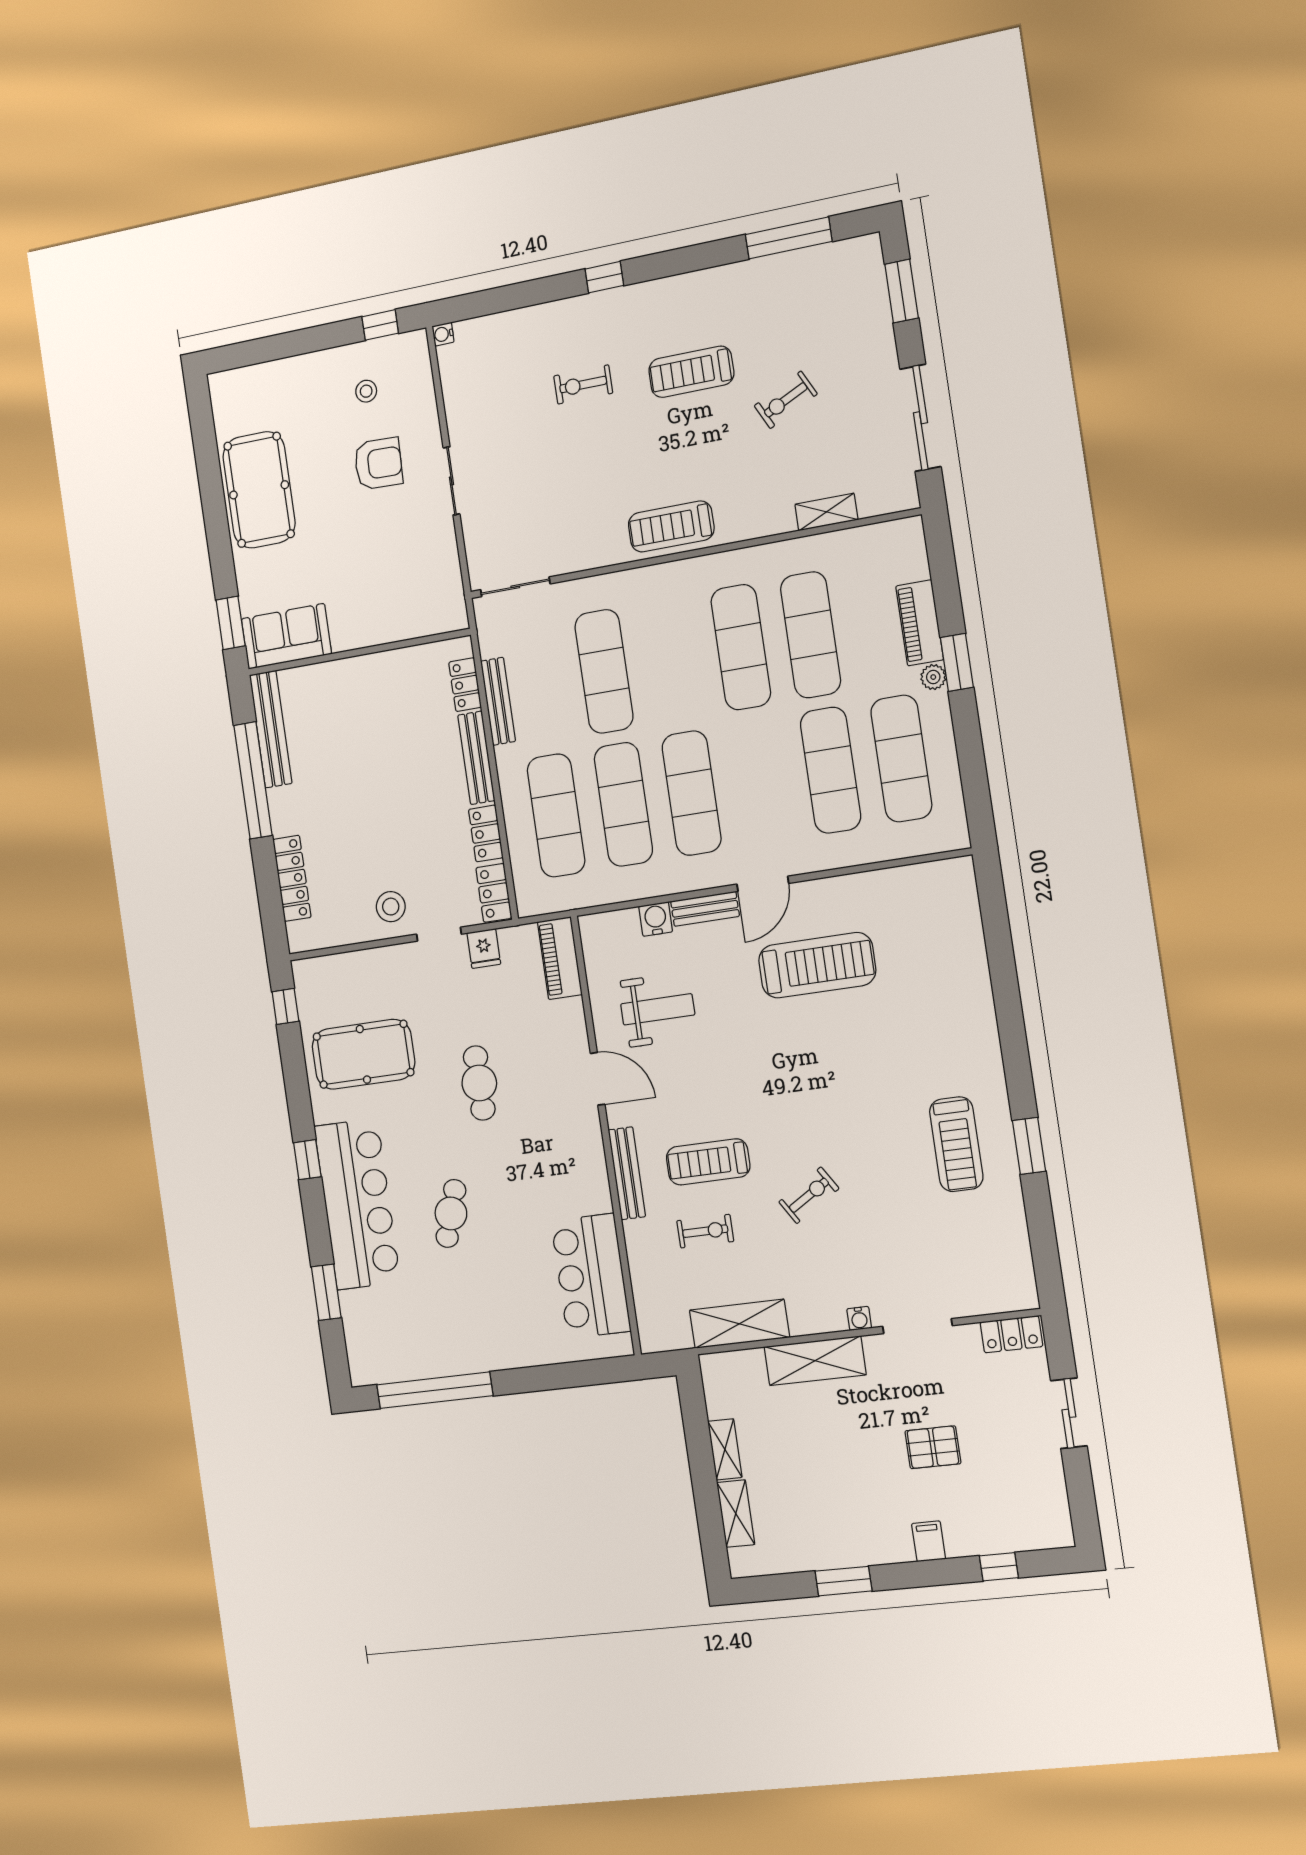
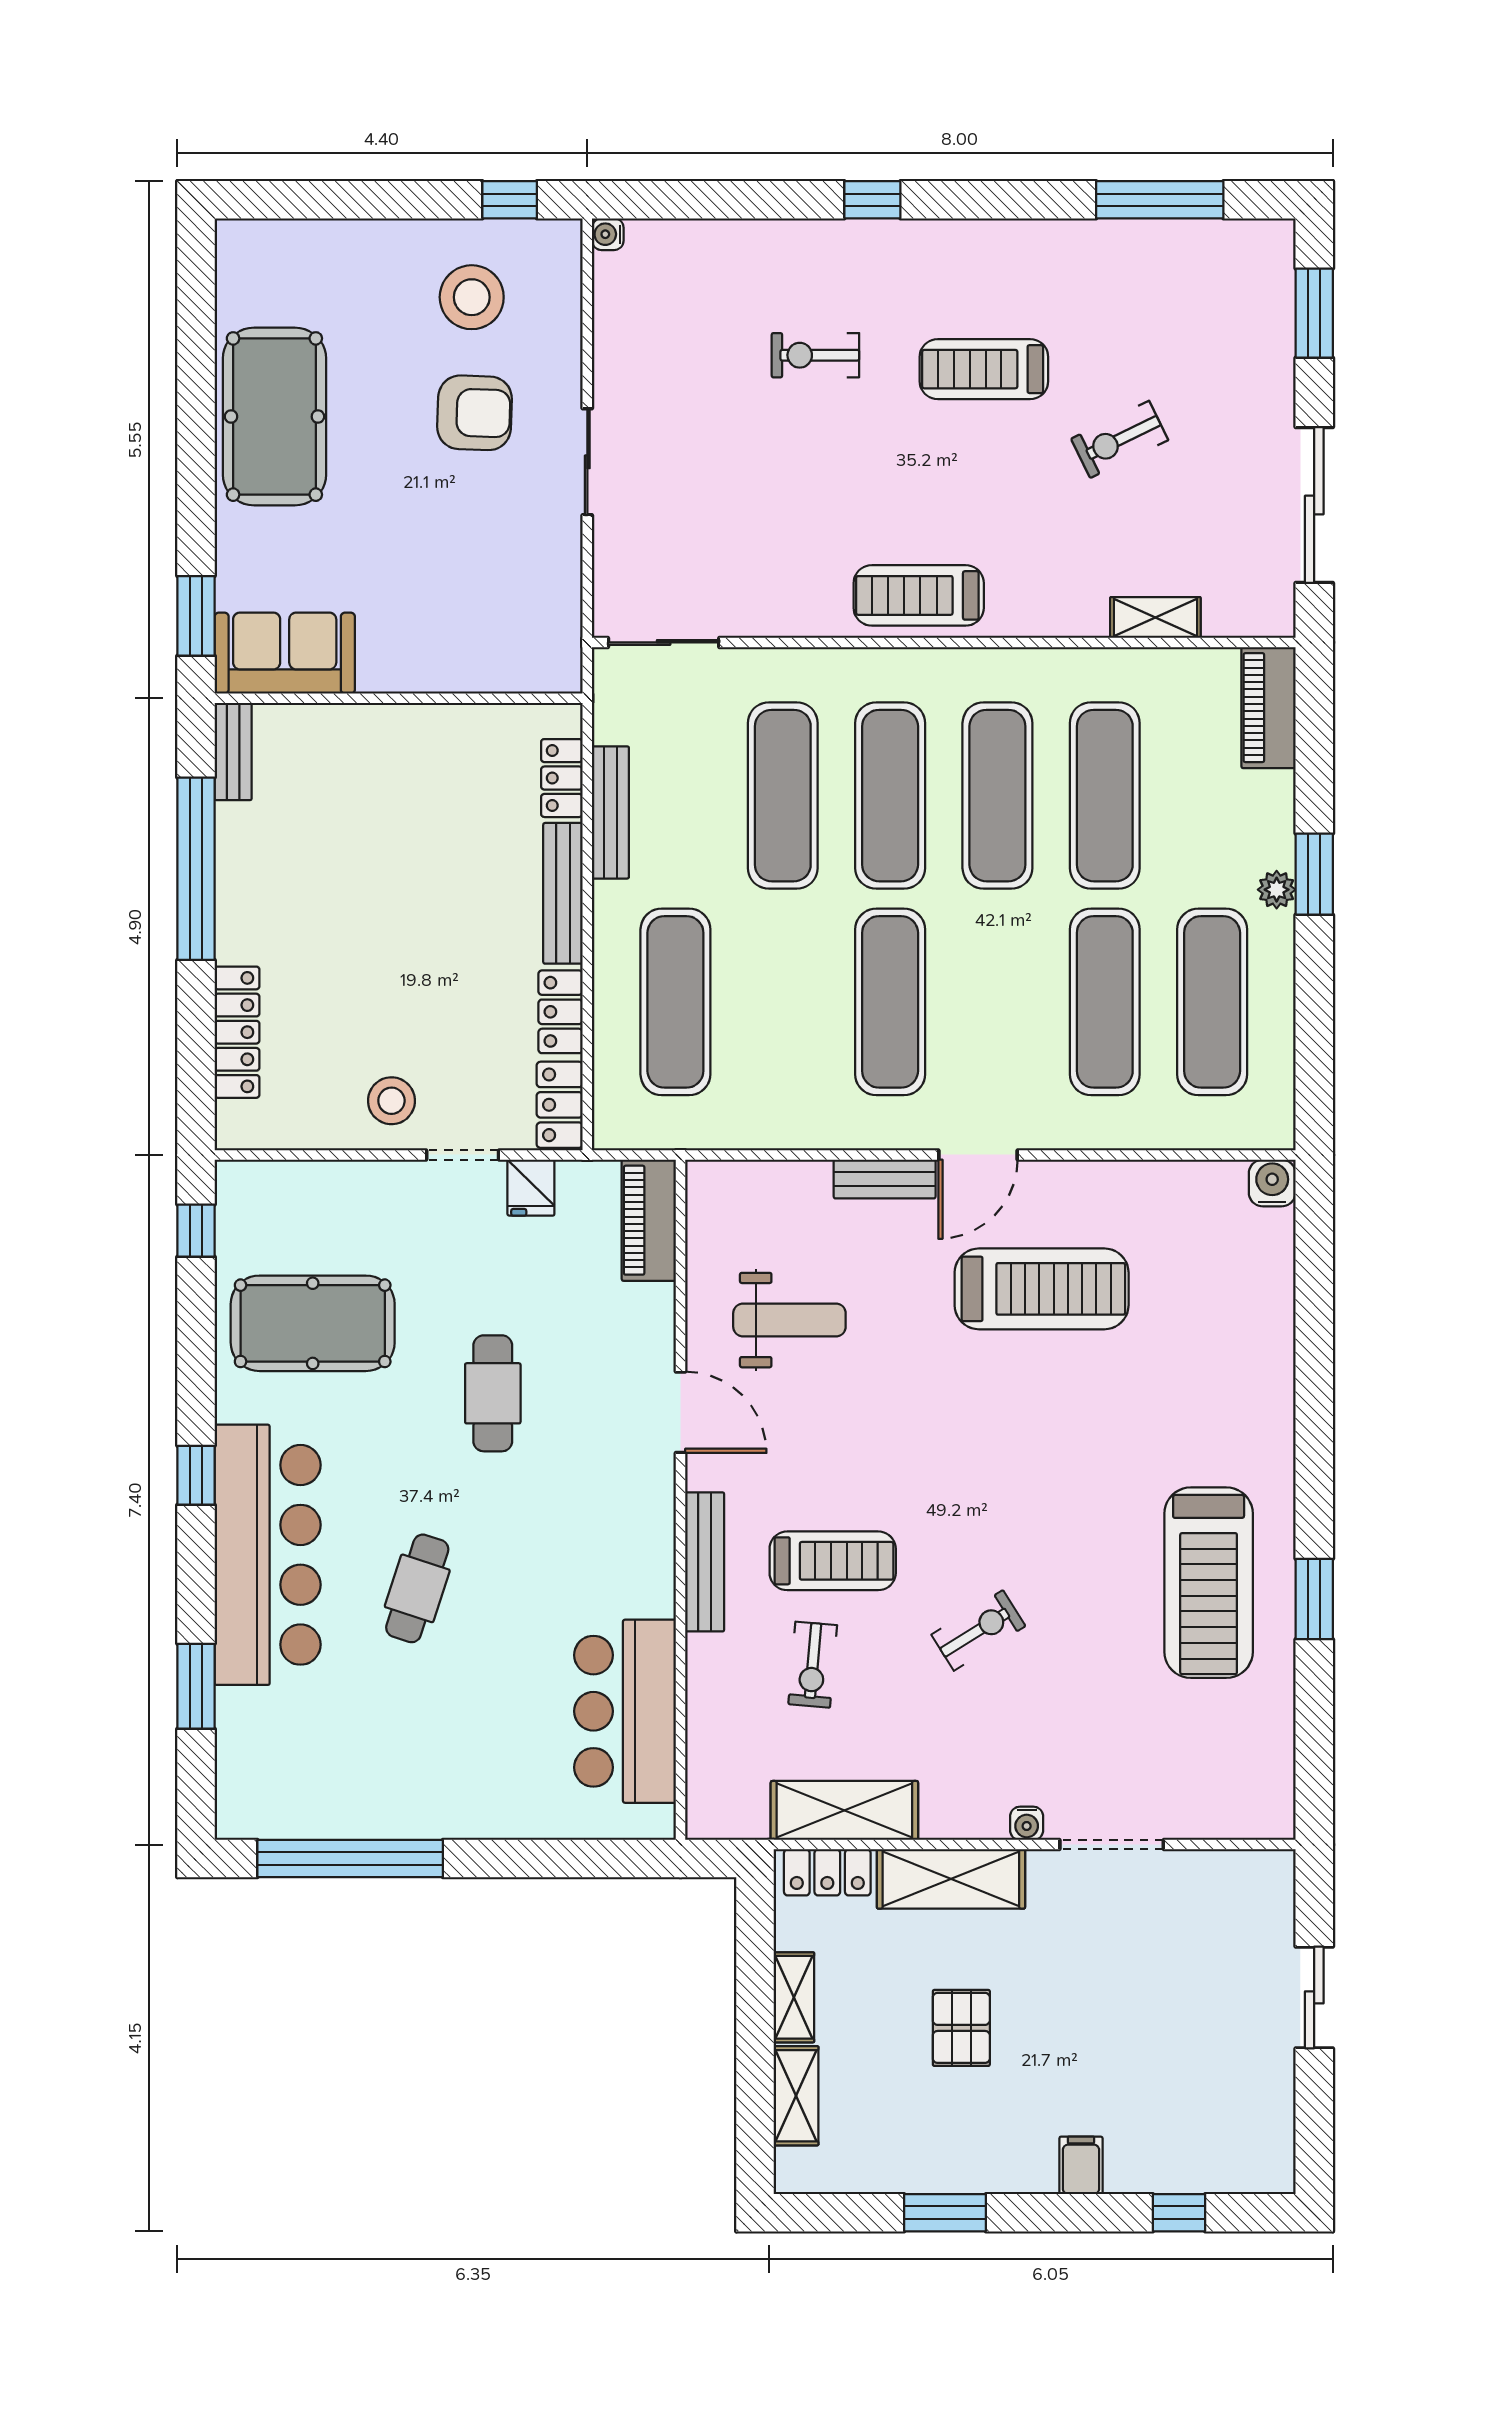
stool: (366, 391) -> (472, 297), width x1.89, depth x1.89
piano: (920, 623) -> (1269, 708), moved
bench: (271, 729) -> (233, 752), width x0.54, depth x0.82
exercise mat: (623, 804) -> (890, 796), moved
water cooler: (656, 919) -> (1272, 1183), moved
treadmill: (956, 1144) -> (1209, 1583), width x1.37, depth x1.37
treadmill: (708, 1162) -> (833, 1561), turned 180
exercise bike: (705, 1231) -> (813, 1665), turned 95
locker: (1011, 1334) -> (827, 1872), moved
pallet: (933, 1447) -> (961, 2028), moved, turned 90

